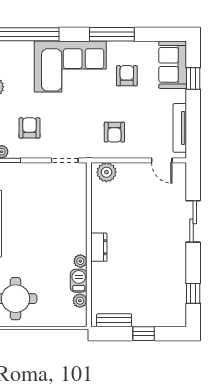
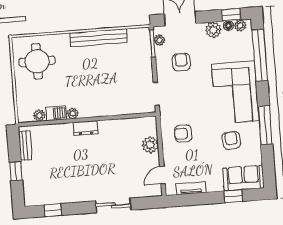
armchair: (127, 76) -> (231, 140), turned -96
armchair: (30, 128) -> (181, 62), turned -90
tv unit: (180, 128) -> (191, 188), width x0.71
plant: (106, 172) -> (150, 145), moved

